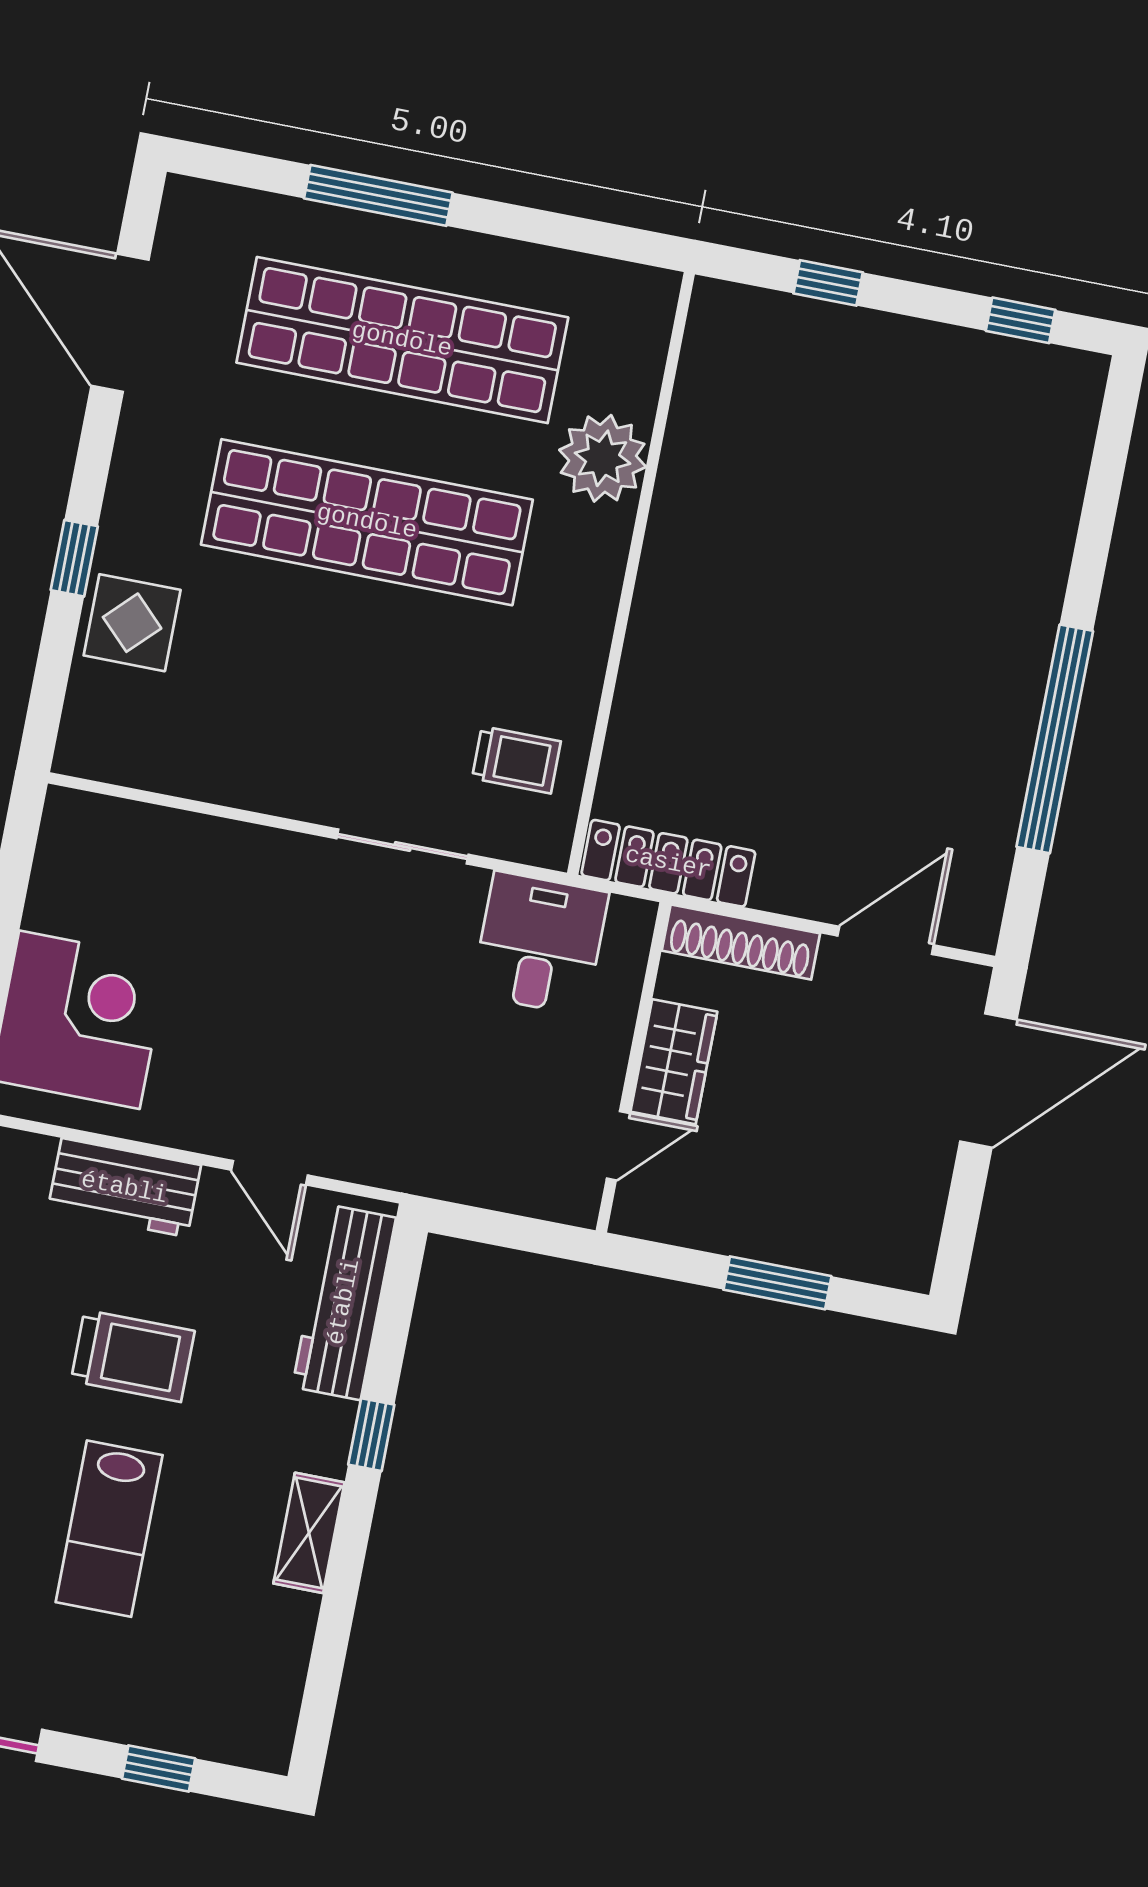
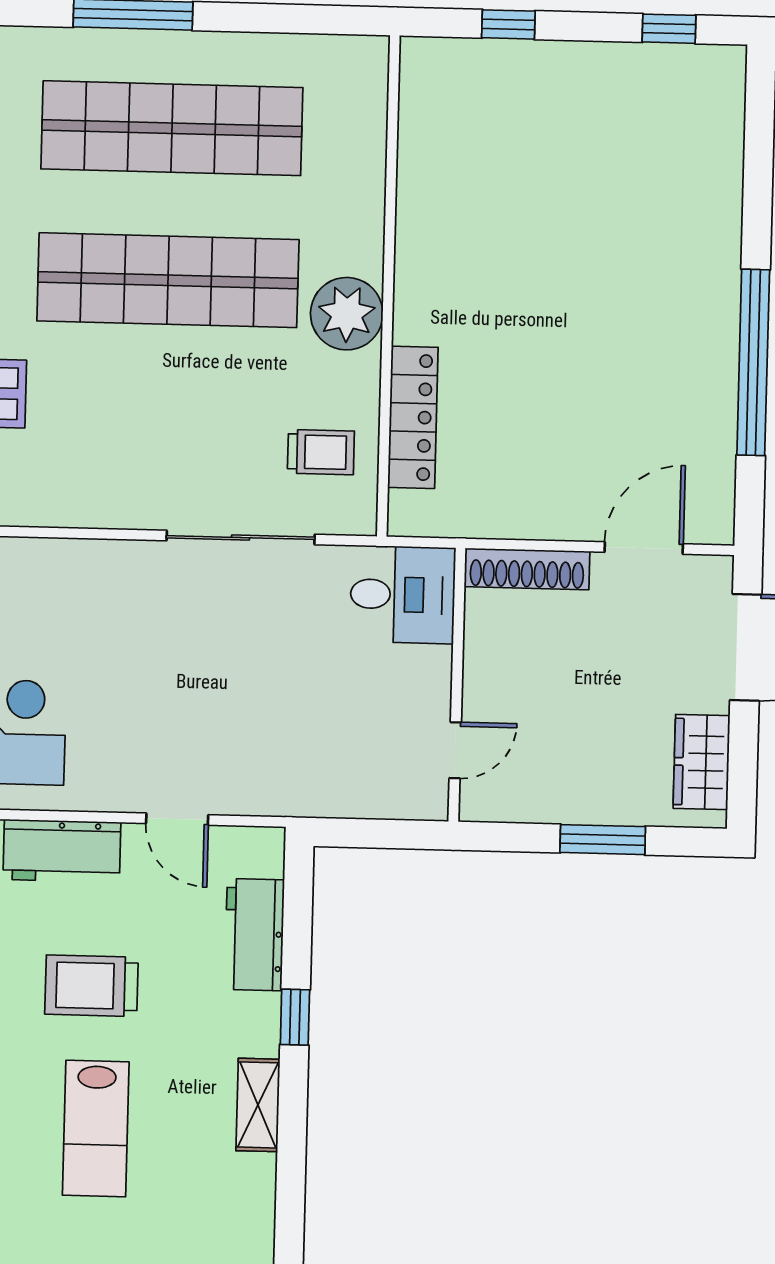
plant: (603, 458) -> (347, 314), moved
sliding door: (403, 846) -> (241, 538), width x1.37
locker: (668, 863) -> (413, 417), moved, turned 90
desk: (540, 944) -> (403, 595), moved, turned 90
wardrobe: (674, 1062) -> (702, 762), moved, turned 180
workbench: (344, 1302) -> (254, 935), width x0.73
trolley: (133, 1356) -> (91, 986), turned 180

